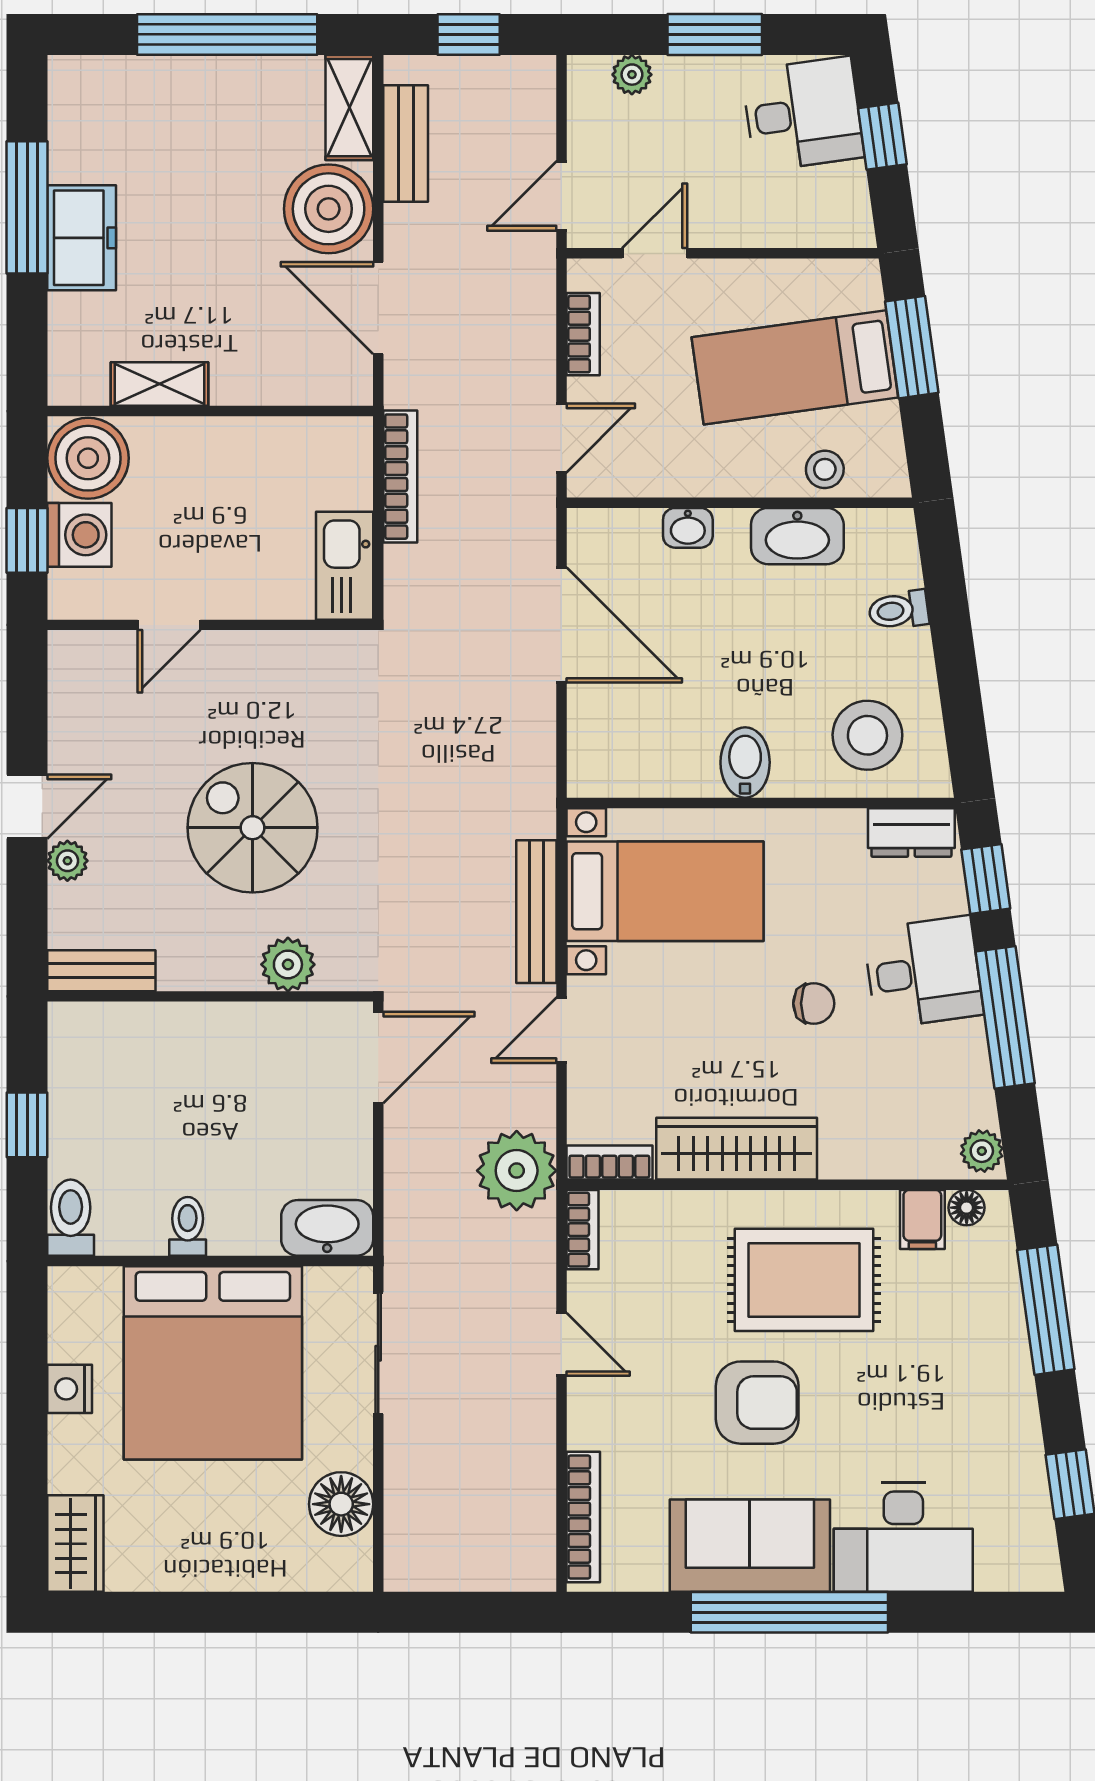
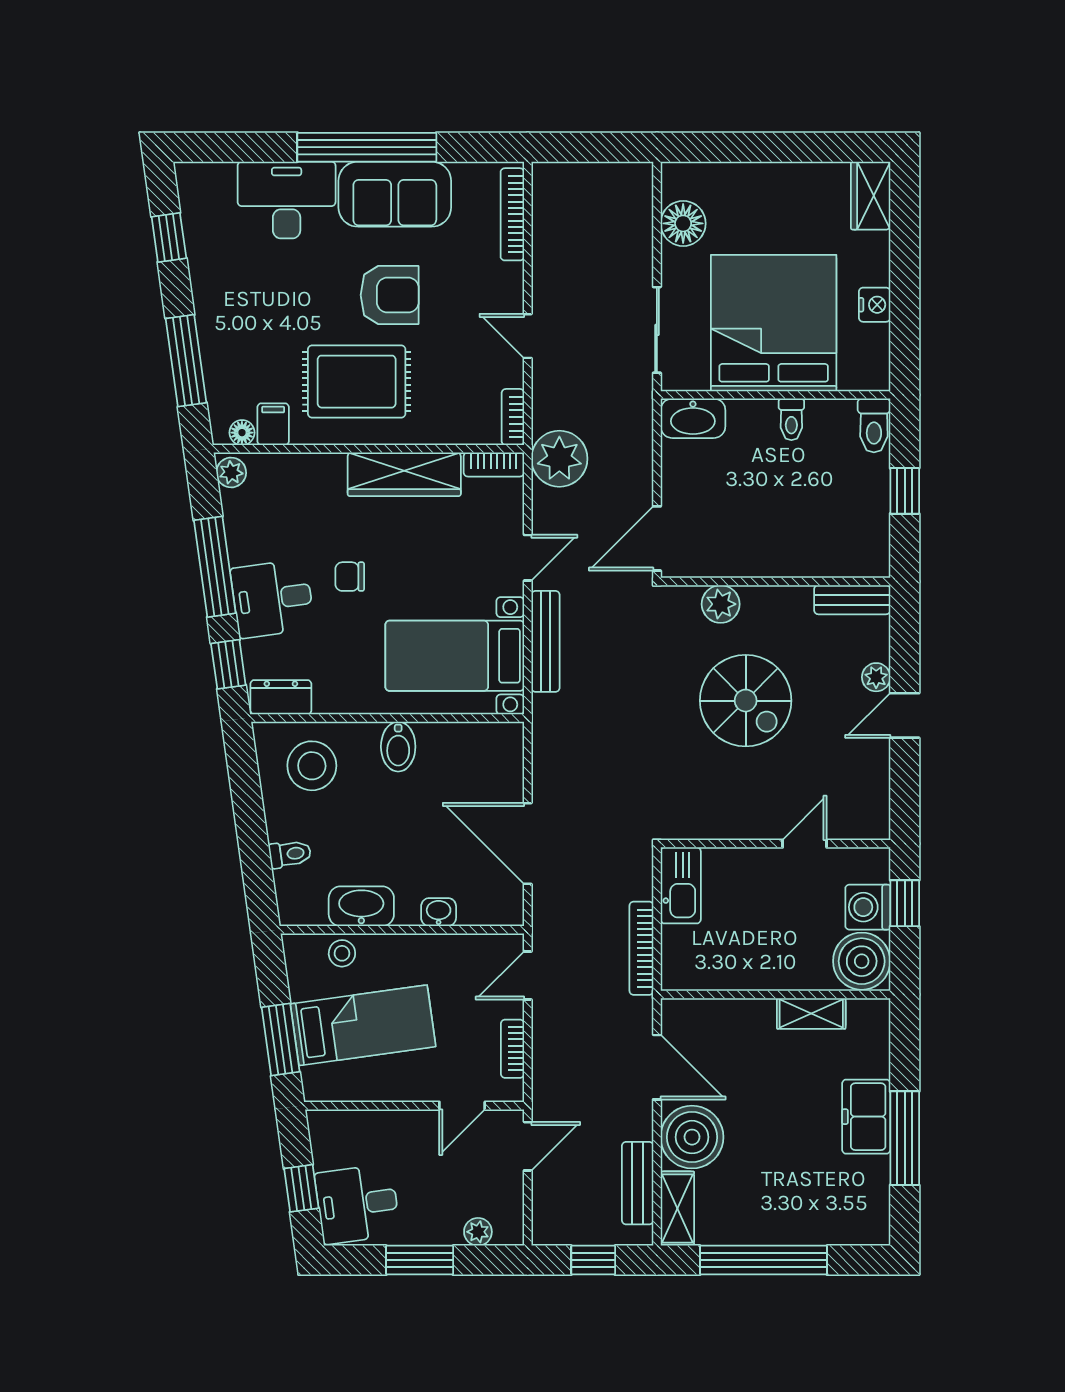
armchair: (757, 1403) -> (390, 295), turned 180

